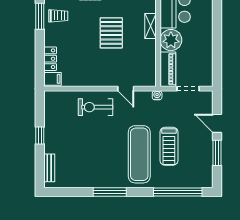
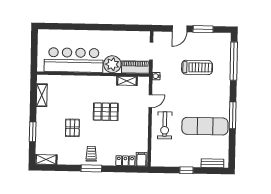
shelving: (150, 26) -> (127, 81), moved
exercise mat: (139, 154) -> (205, 126), moved

